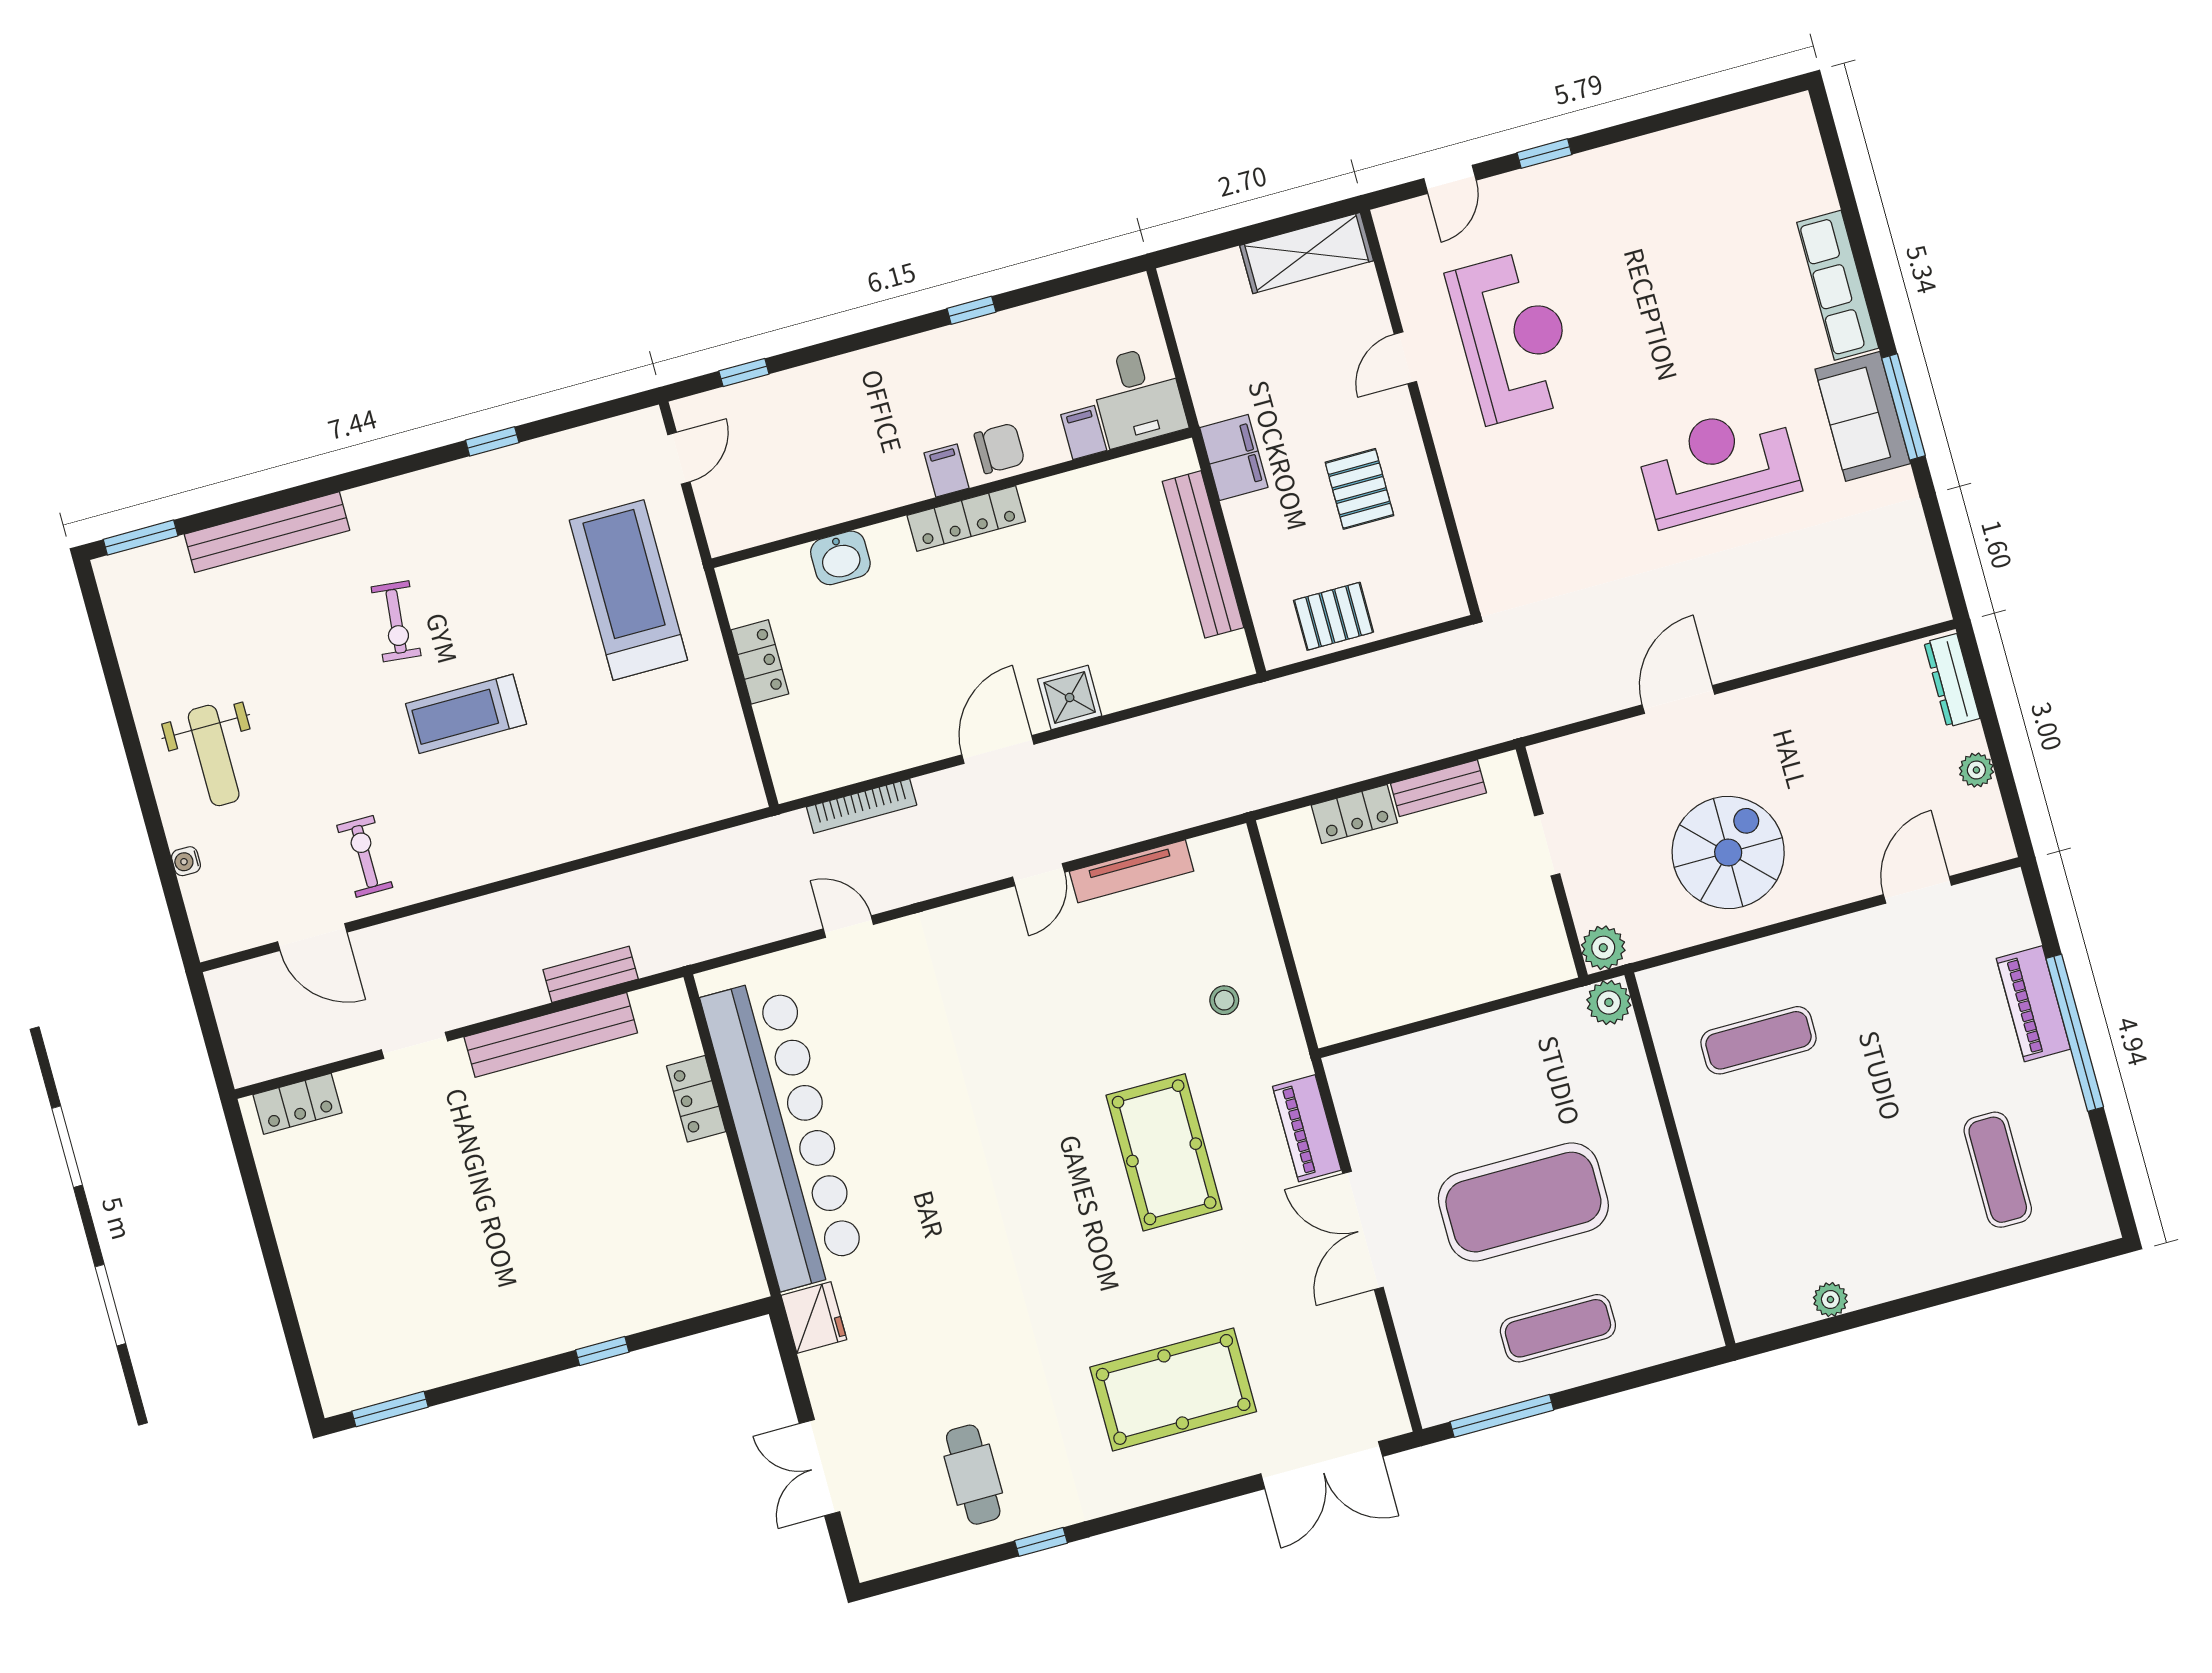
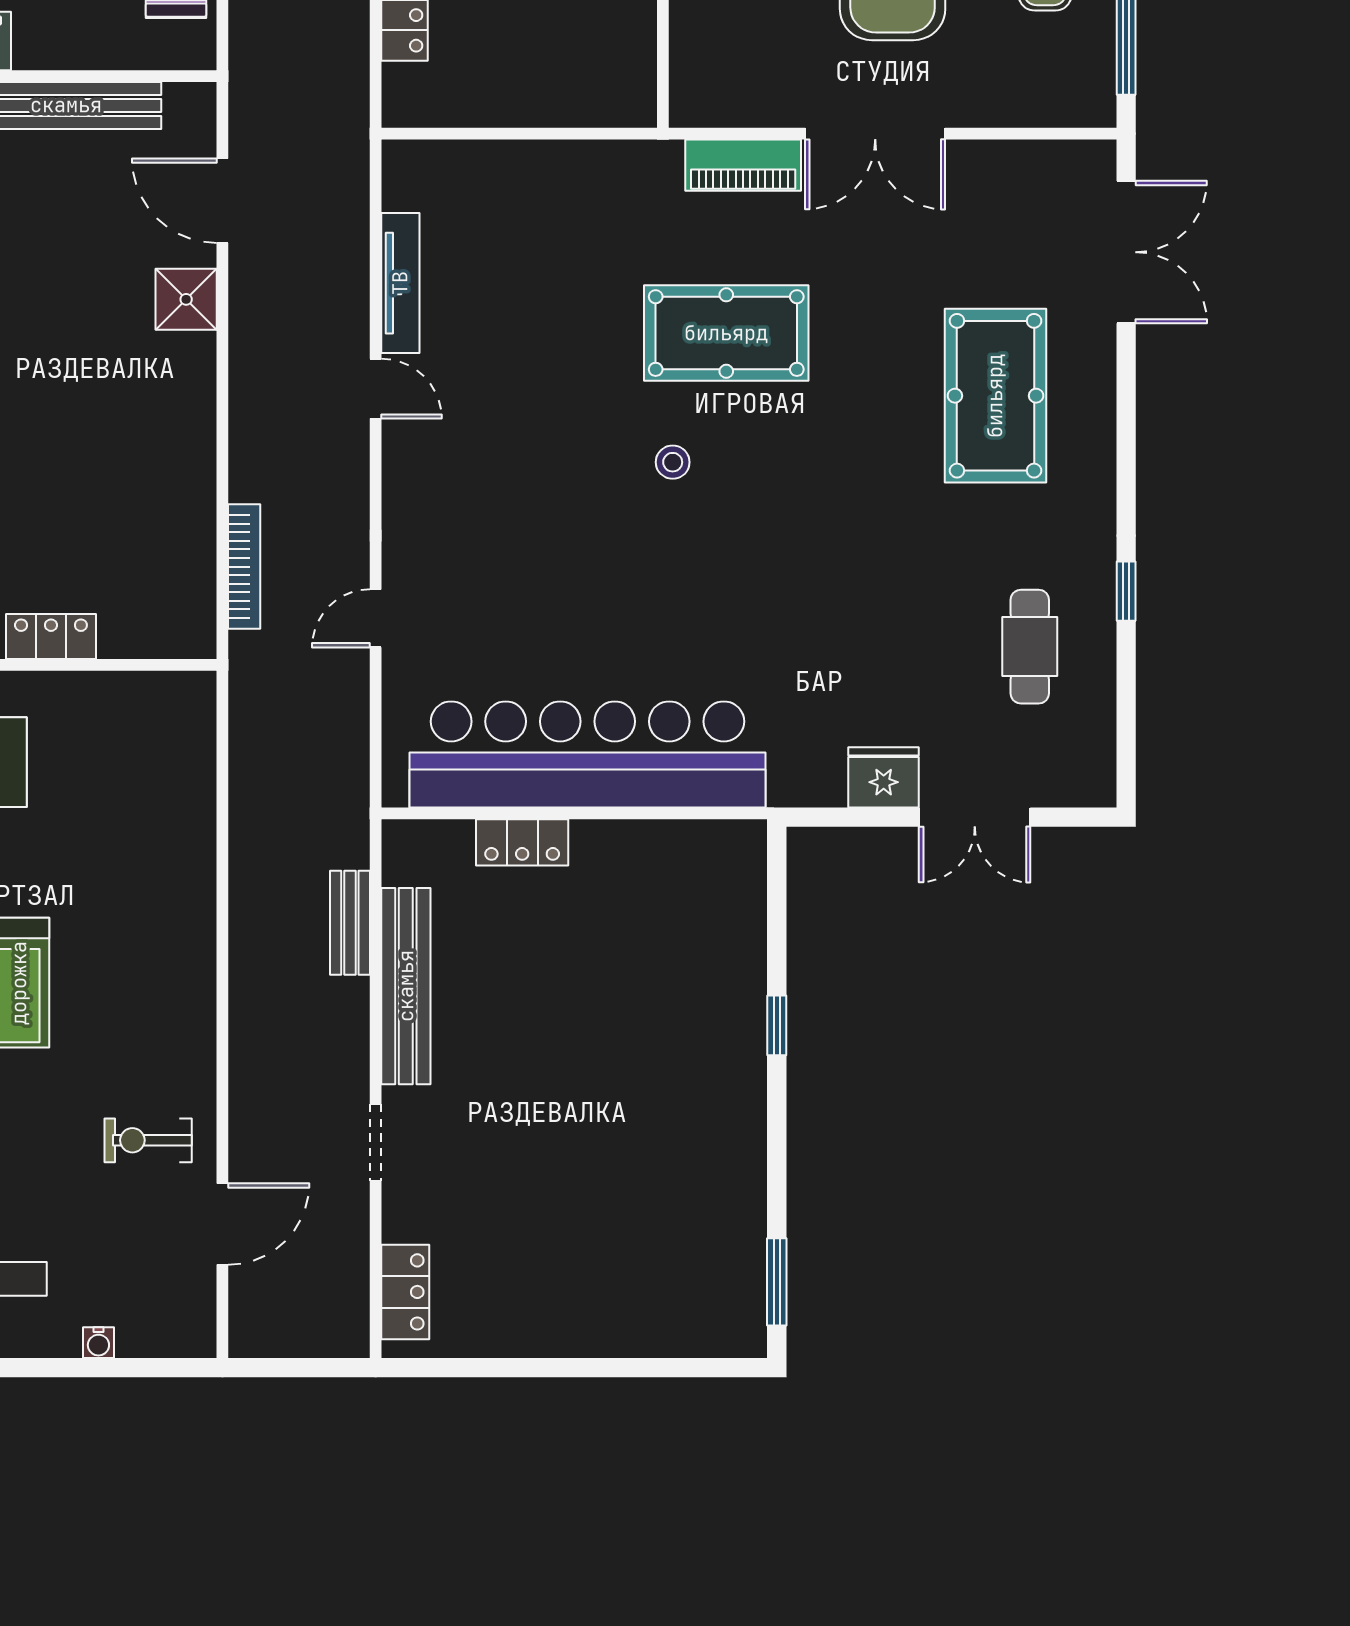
door: (998, 749) -> (222, 201), moved
stool: (1224, 1000) -> (673, 462), moved
fridge: (814, 1318) -> (884, 777), moved
cafe table: (973, 1475) -> (1030, 647), turned 90

